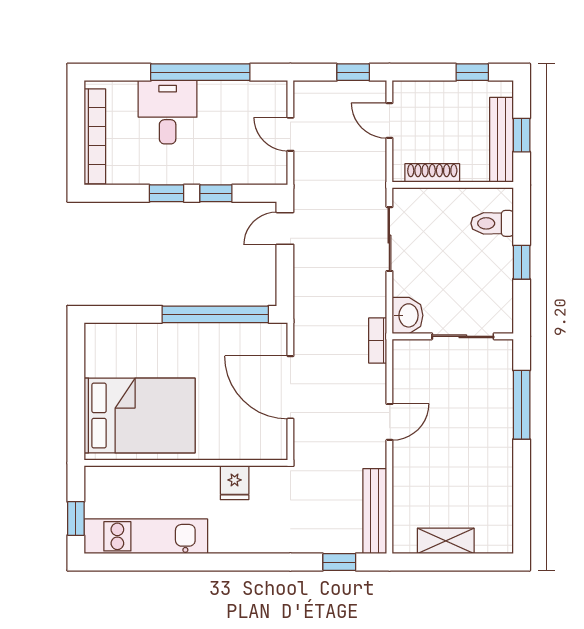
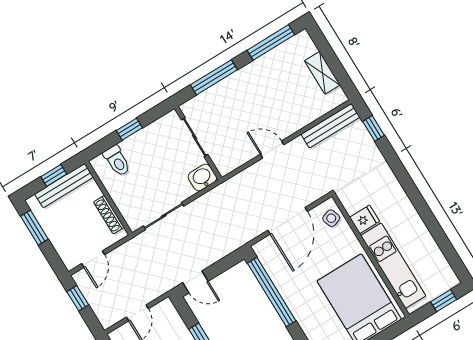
window: (472, 72) -> (34, 228), width x1.50
bookcase: (378, 340) -> (228, 186), removed
side table: (261, 443) -> (331, 218), added
window: (522, 501) -> (271, 42), added
kitchen unit: (146, 536) -> (393, 266), moved, turned 180

